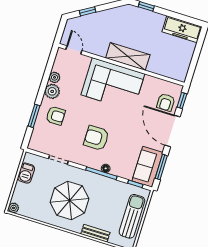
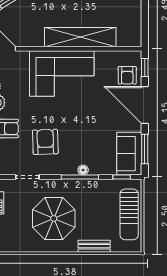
shelving: (128, 56) -> (80, 37), width x1.47
armchair: (96, 138) -> (45, 142), moved, turned 88
sun lounger: (132, 216) -> (129, 214), turned 180

